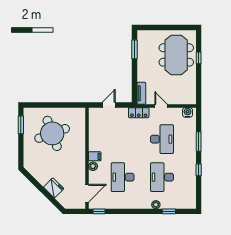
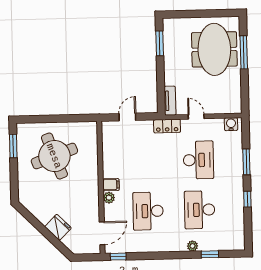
window: (199, 58) -> (244, 52), width x2.17

